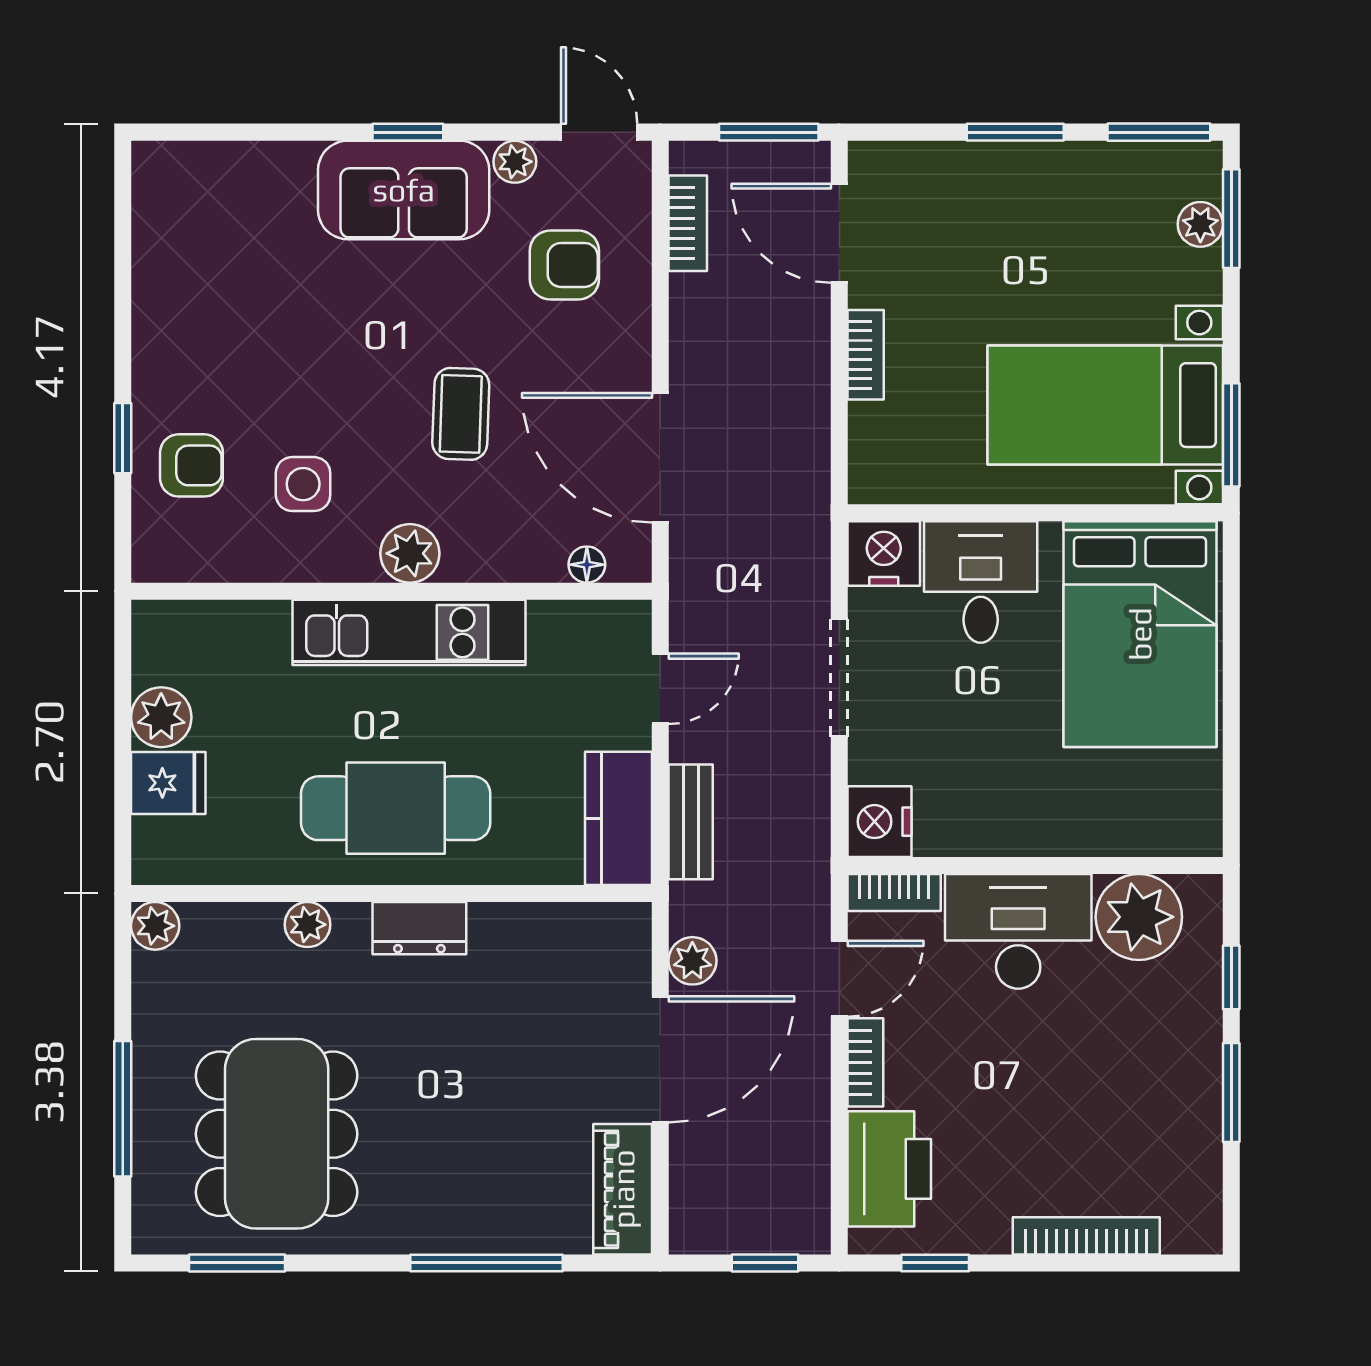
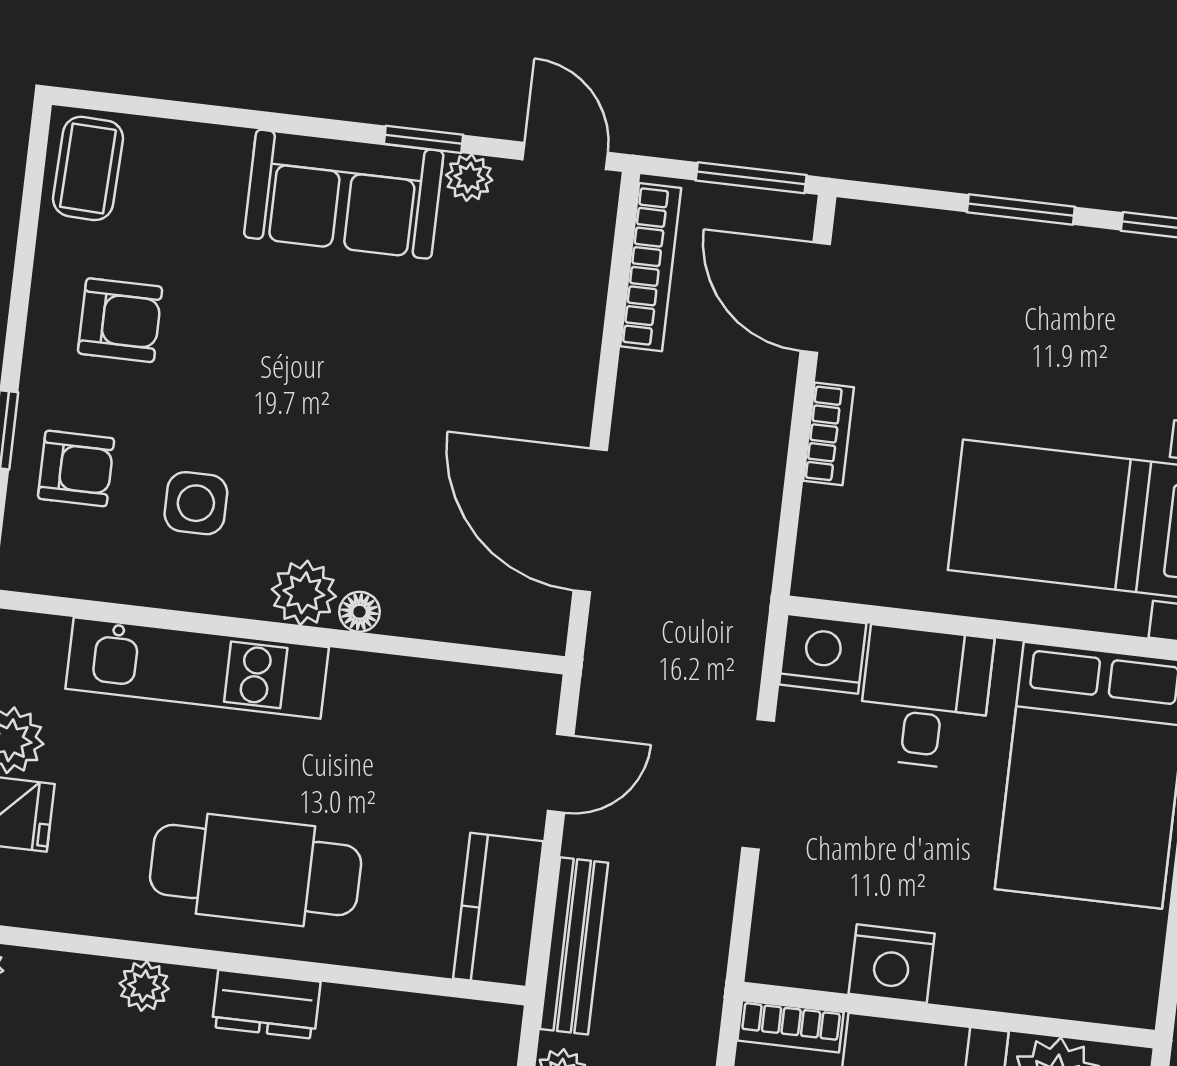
window: (408, 132) -> (424, 139), moved
bookcase: (688, 223) -> (651, 267), width x1.56
armchair: (564, 265) -> (120, 320), moved
coffee table: (461, 414) -> (88, 168), moved
floor lamp: (587, 565) -> (360, 612), moved
kitchen unit: (409, 632) -> (197, 668), moved
bench: (691, 822) -> (574, 946), width x1.36
nightstand: (880, 822) -> (892, 964), moved, turned -90

